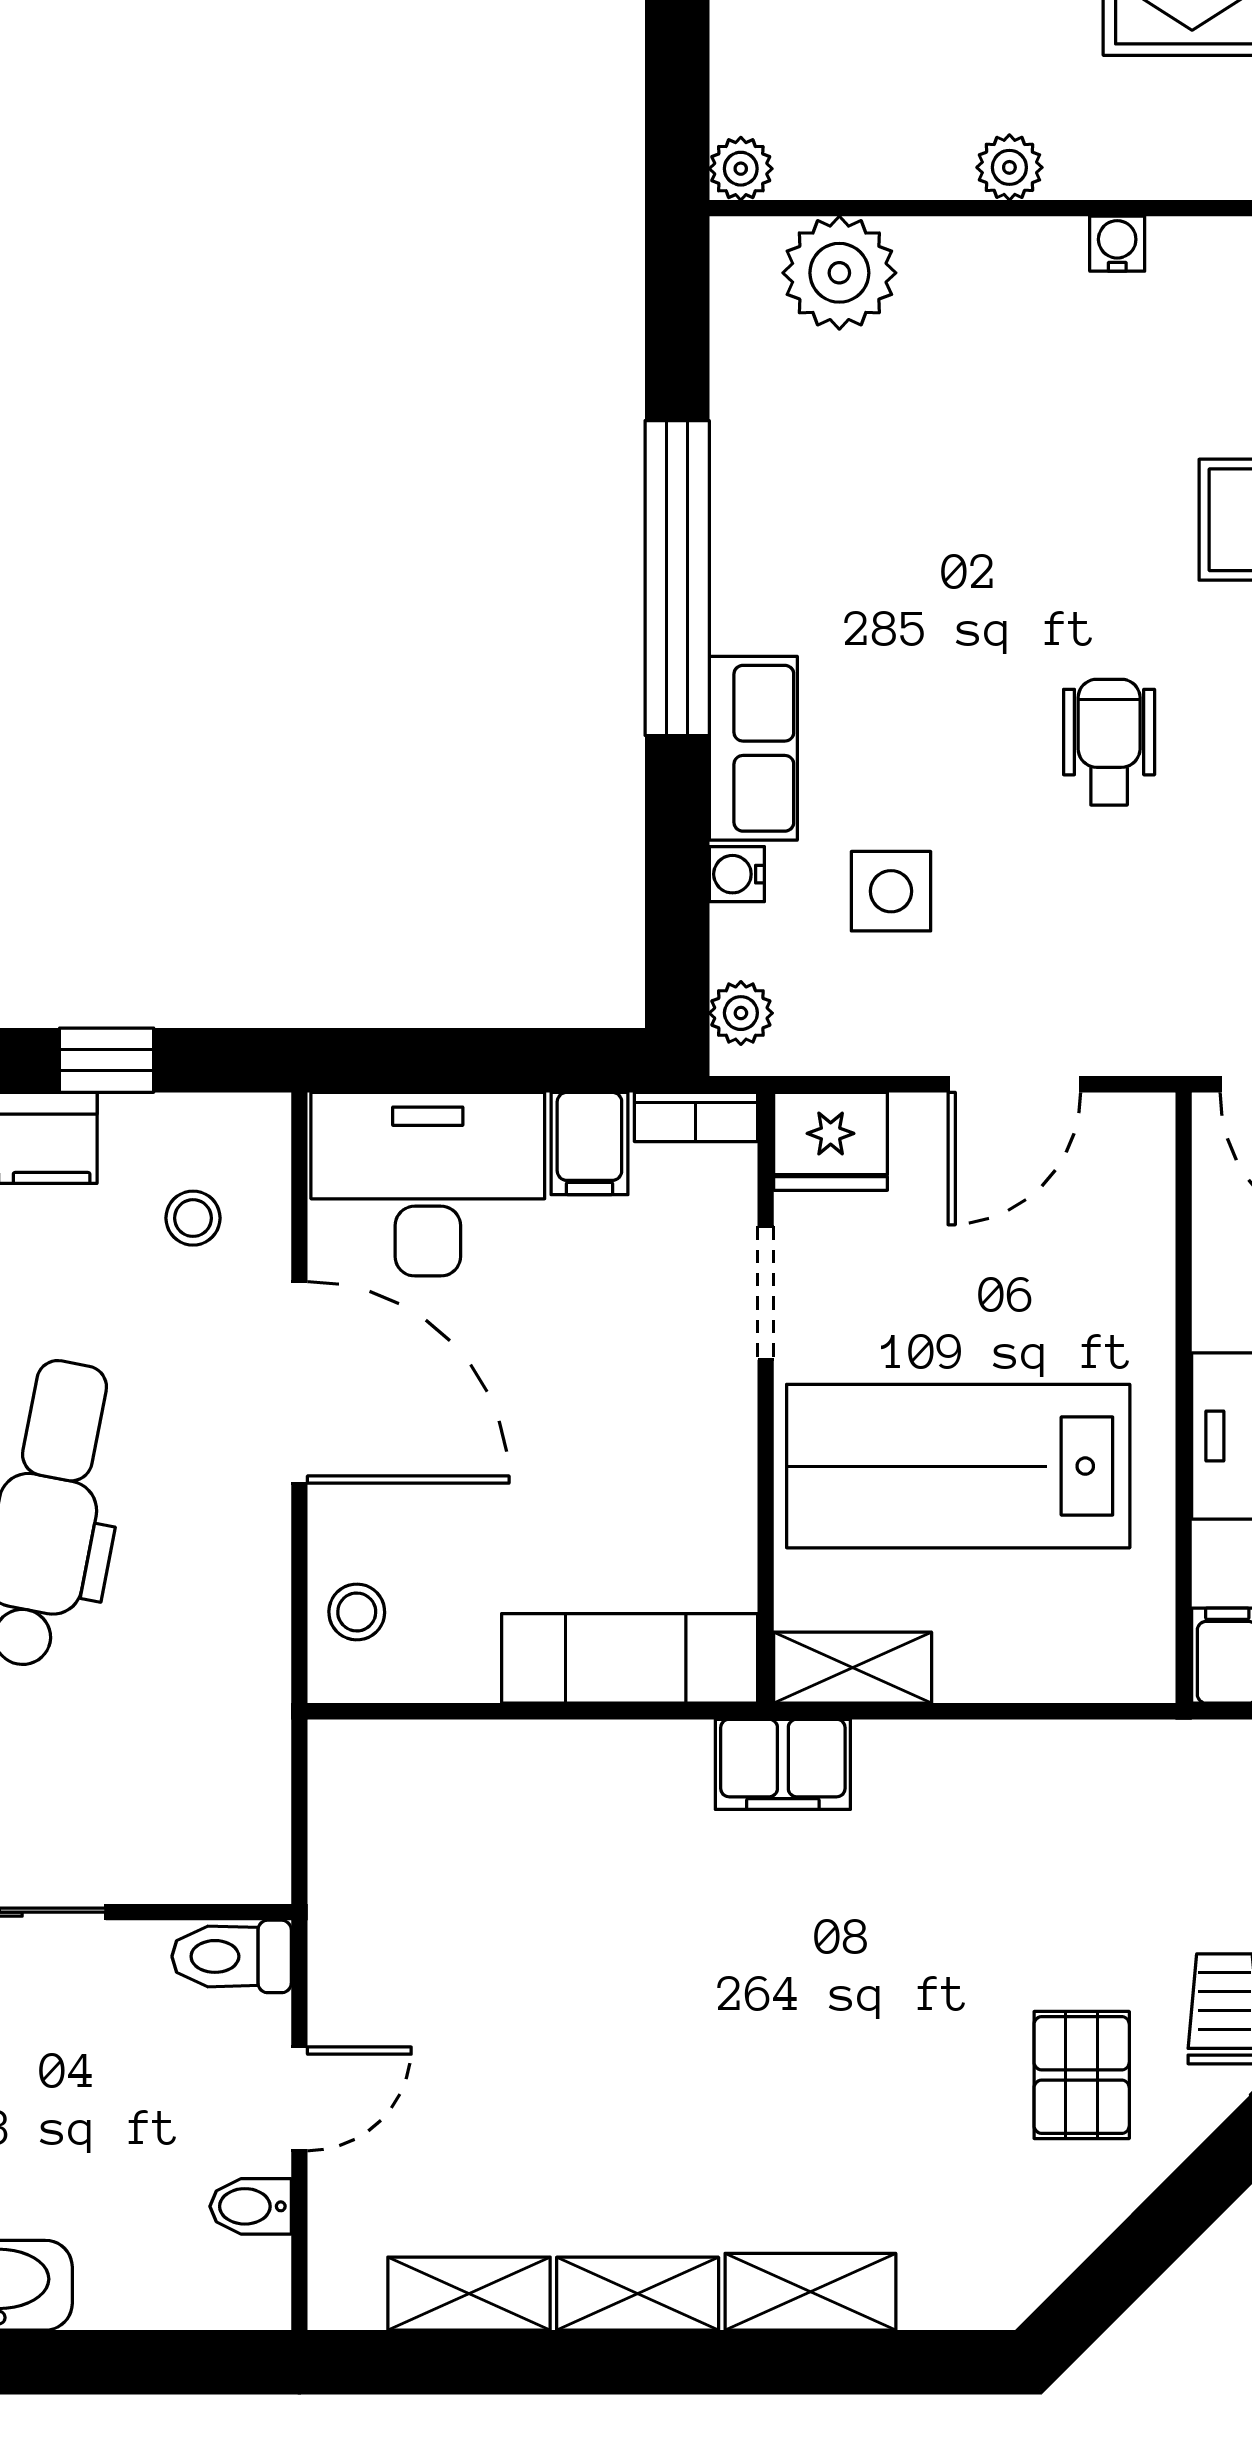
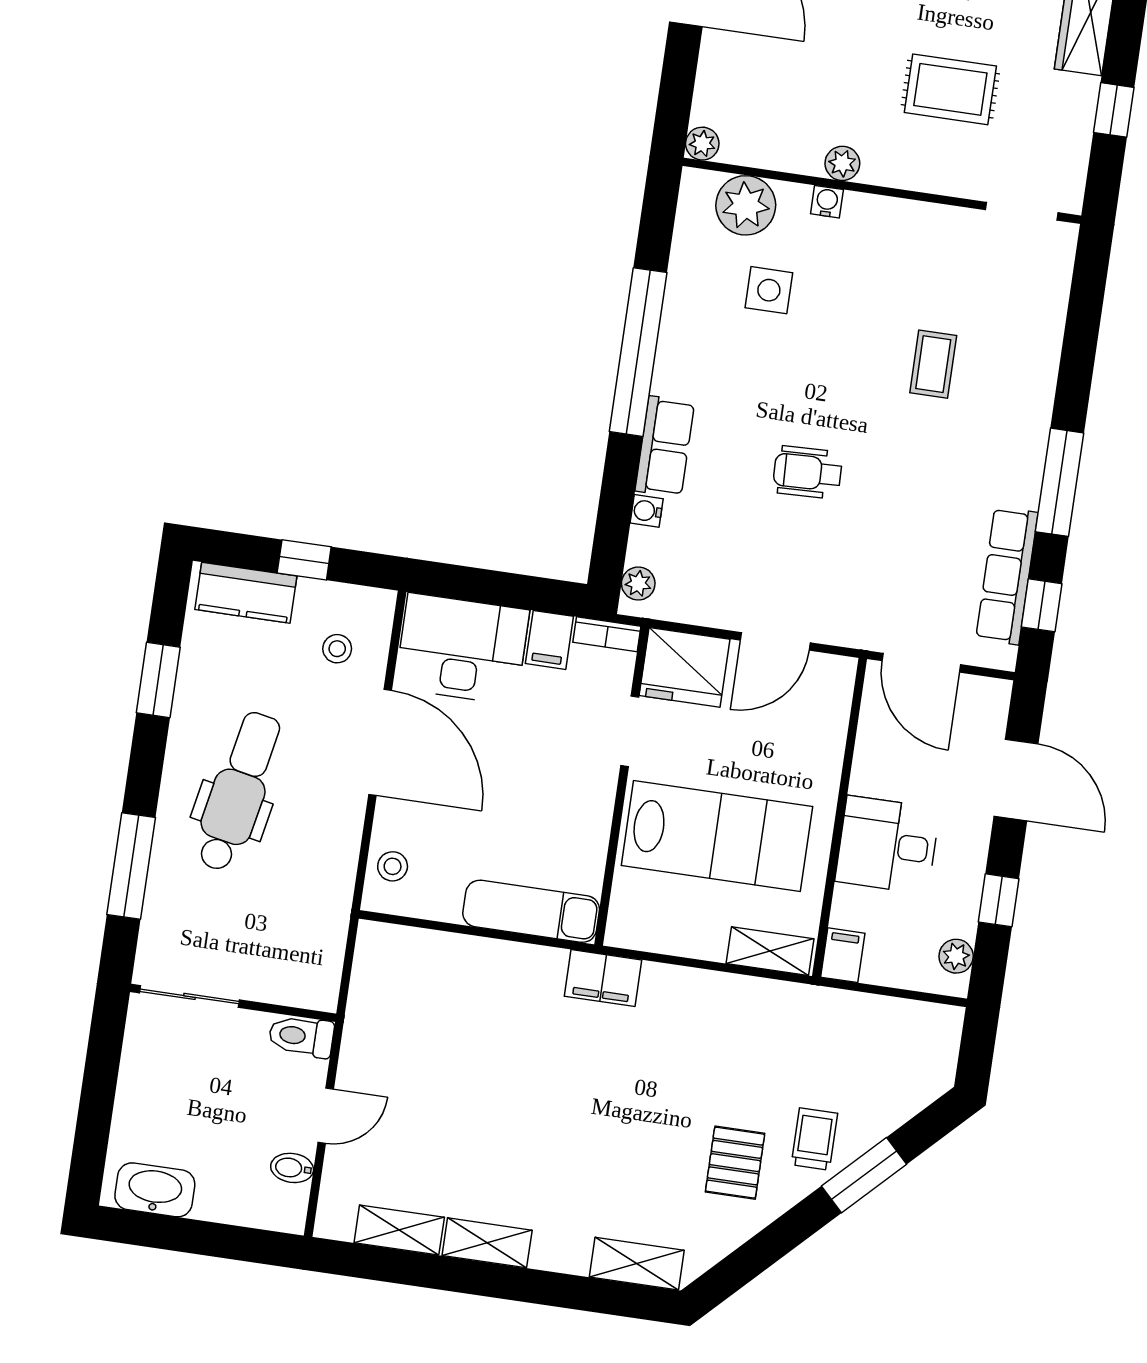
water cooler: (1117, 244) -> (827, 202), moved
wheelchair: (1109, 742) -> (808, 472), moved, turned -92
side table: (891, 891) -> (769, 290), moved
fridge: (831, 1141) -> (685, 667), width x1.36, depth x1.34
lab bench: (958, 1466) -> (717, 836), turned 180
shelving: (853, 1668) -> (770, 951), moved
shelving: (810, 2292) -> (637, 1264), moved

